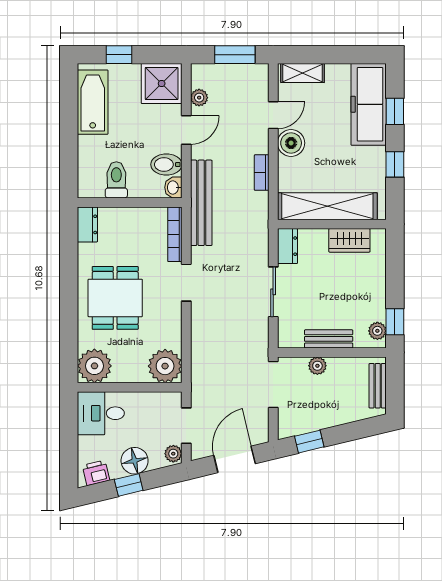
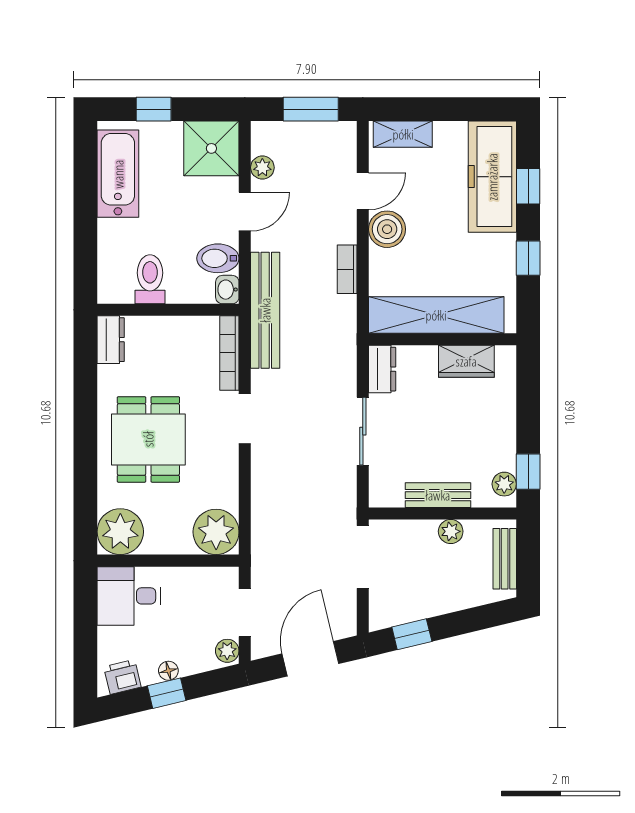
plant: (317, 366) -> (451, 531), moved
floor lamp: (135, 461) -> (168, 671), width x0.53, depth x0.53

